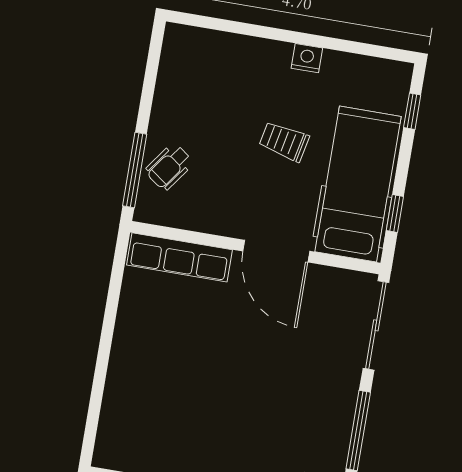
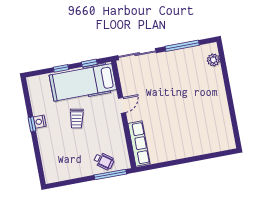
window: (307, 39) -> (32, 124), added
window: (412, 111) -> (61, 68), moved
door: (276, 251) -> (122, 105), width x0.53

